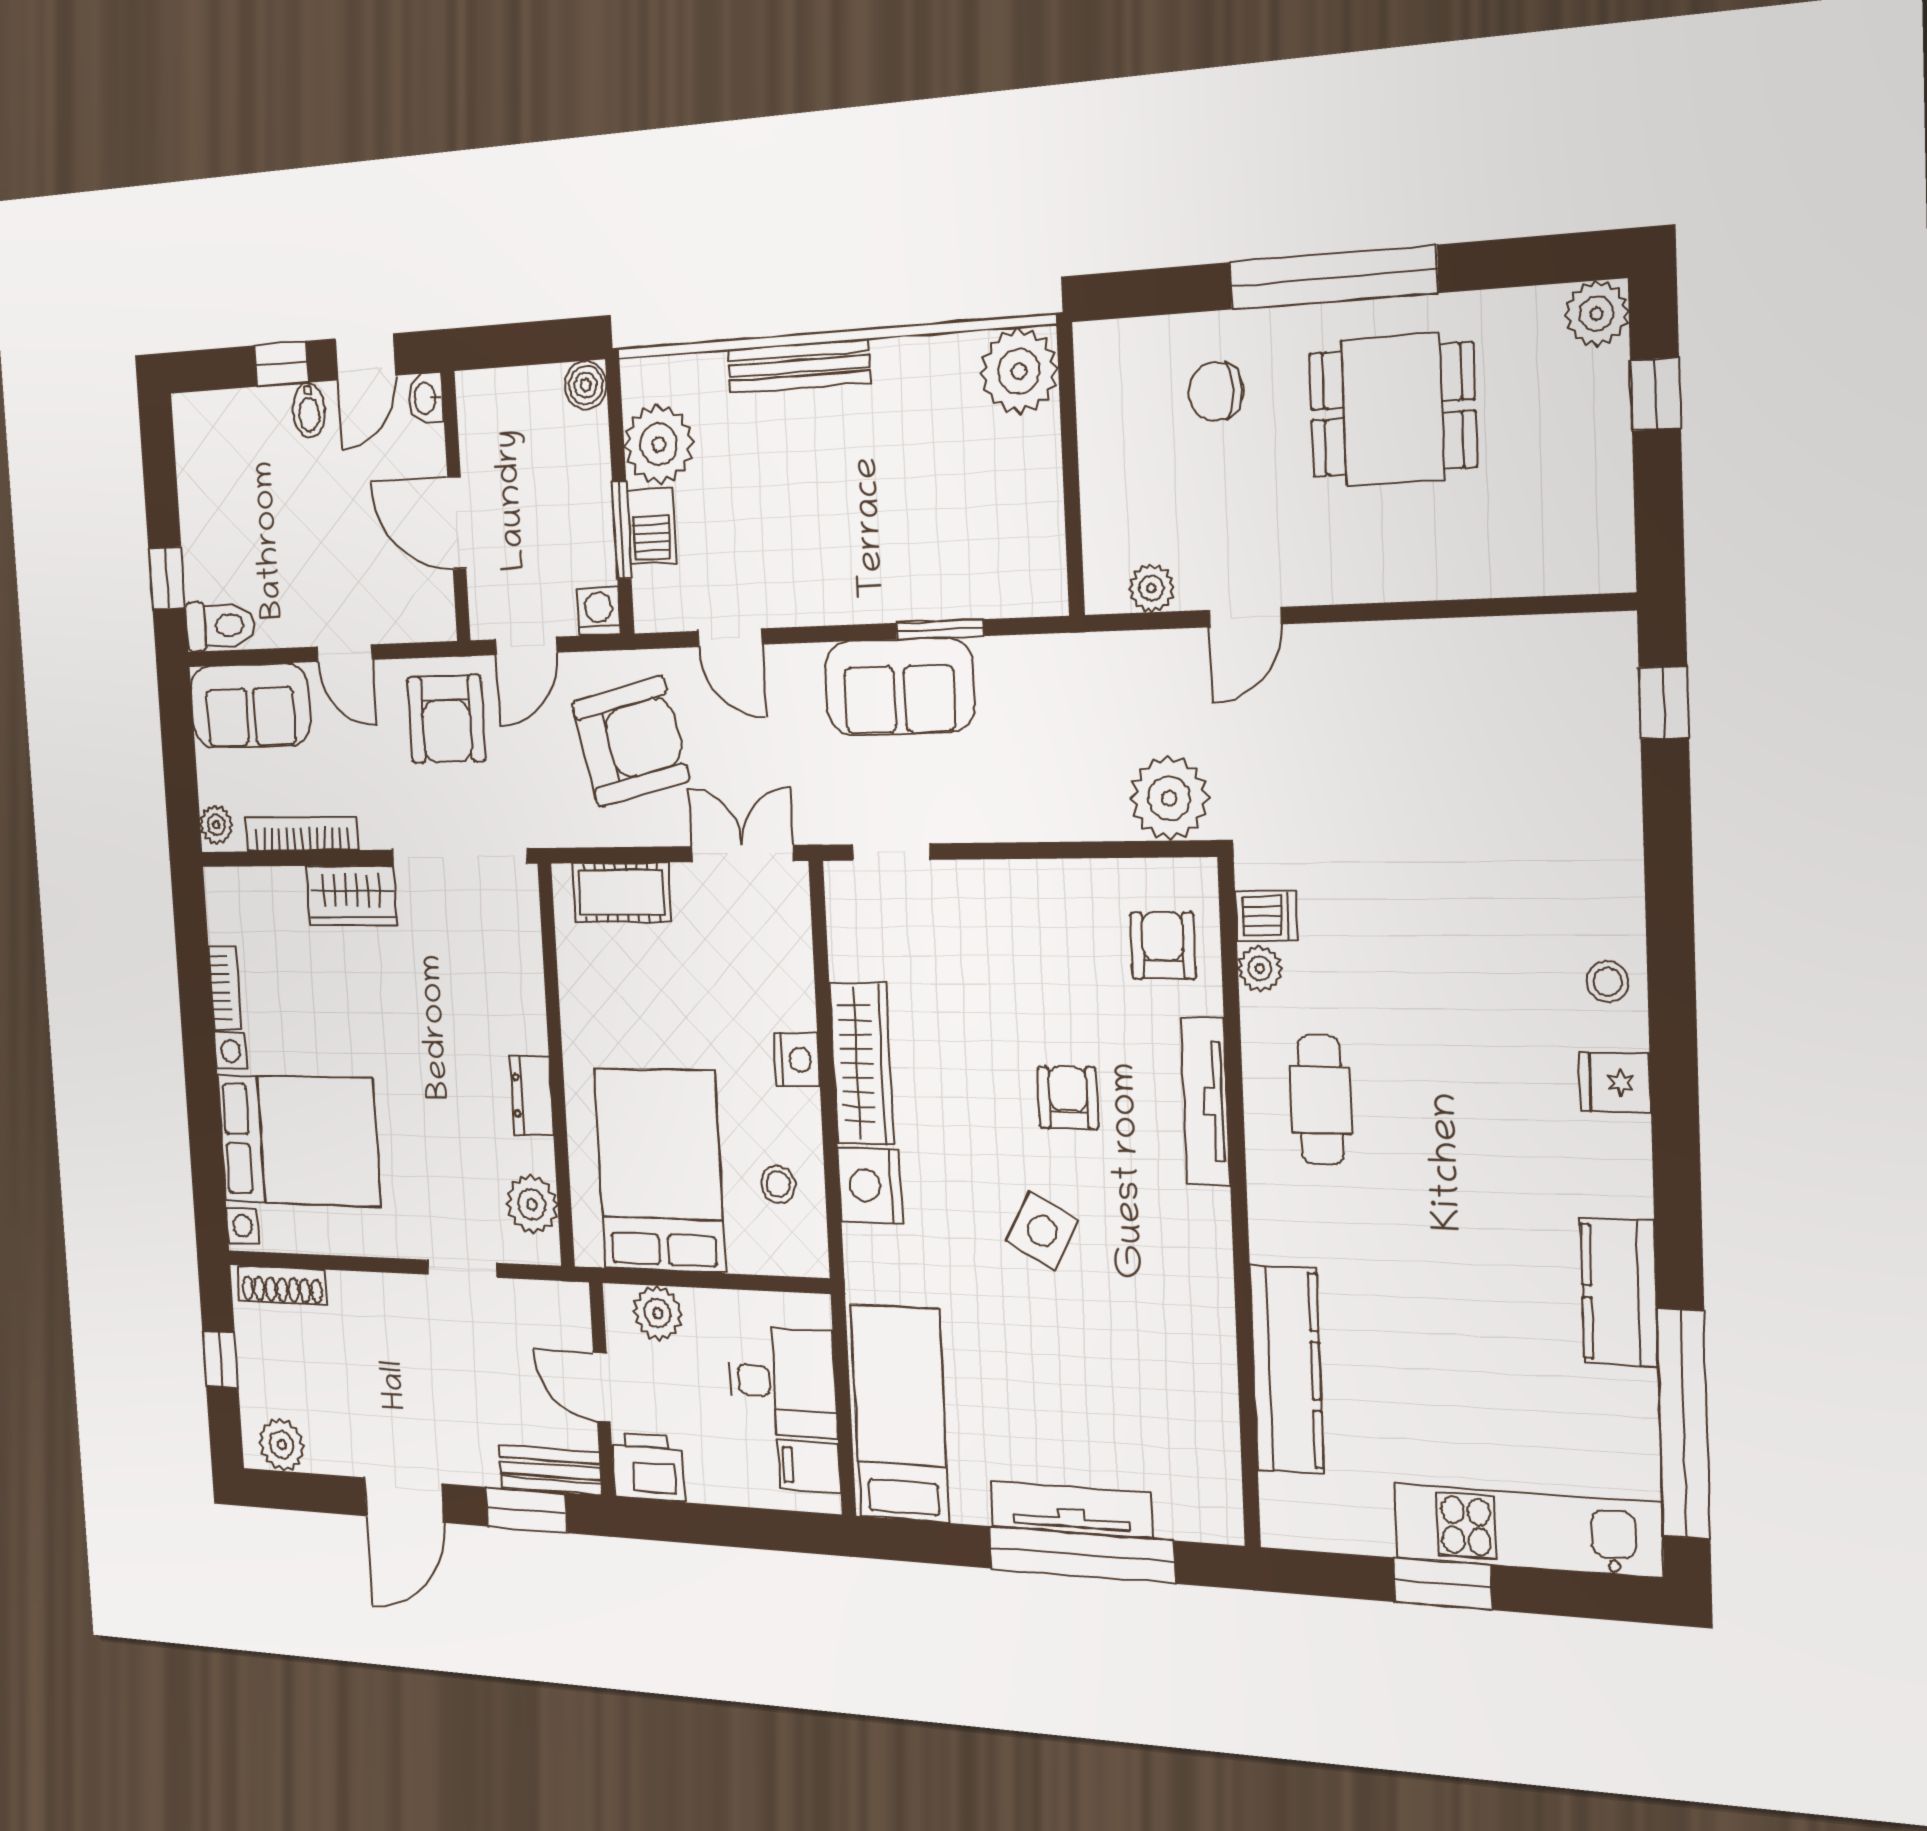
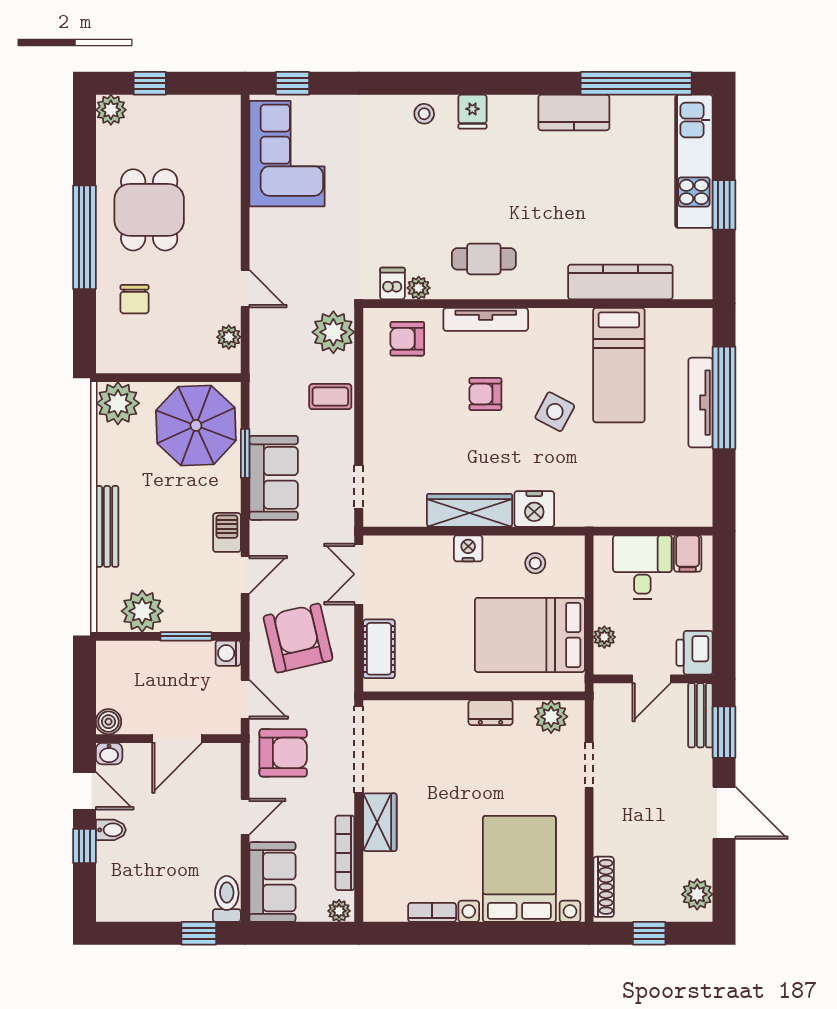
boiler: (586, 385) -> (108, 722), moved
barbecue: (651, 526) -> (227, 532), moved, turned -90
parasol: (985, 530) -> (196, 425), added
corner sofa: (1516, 695) -> (287, 154), added
coffee table: (1050, 794) -> (330, 397), added
plant: (658, 1313) -> (604, 637), width x0.73, depth x0.73
bed: (900, 1413) -> (619, 365), moved, turned -90

